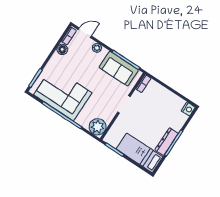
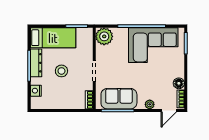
nightstand: (188, 109) -> (36, 91), moved
stool: (150, 122) -> (61, 71), added

